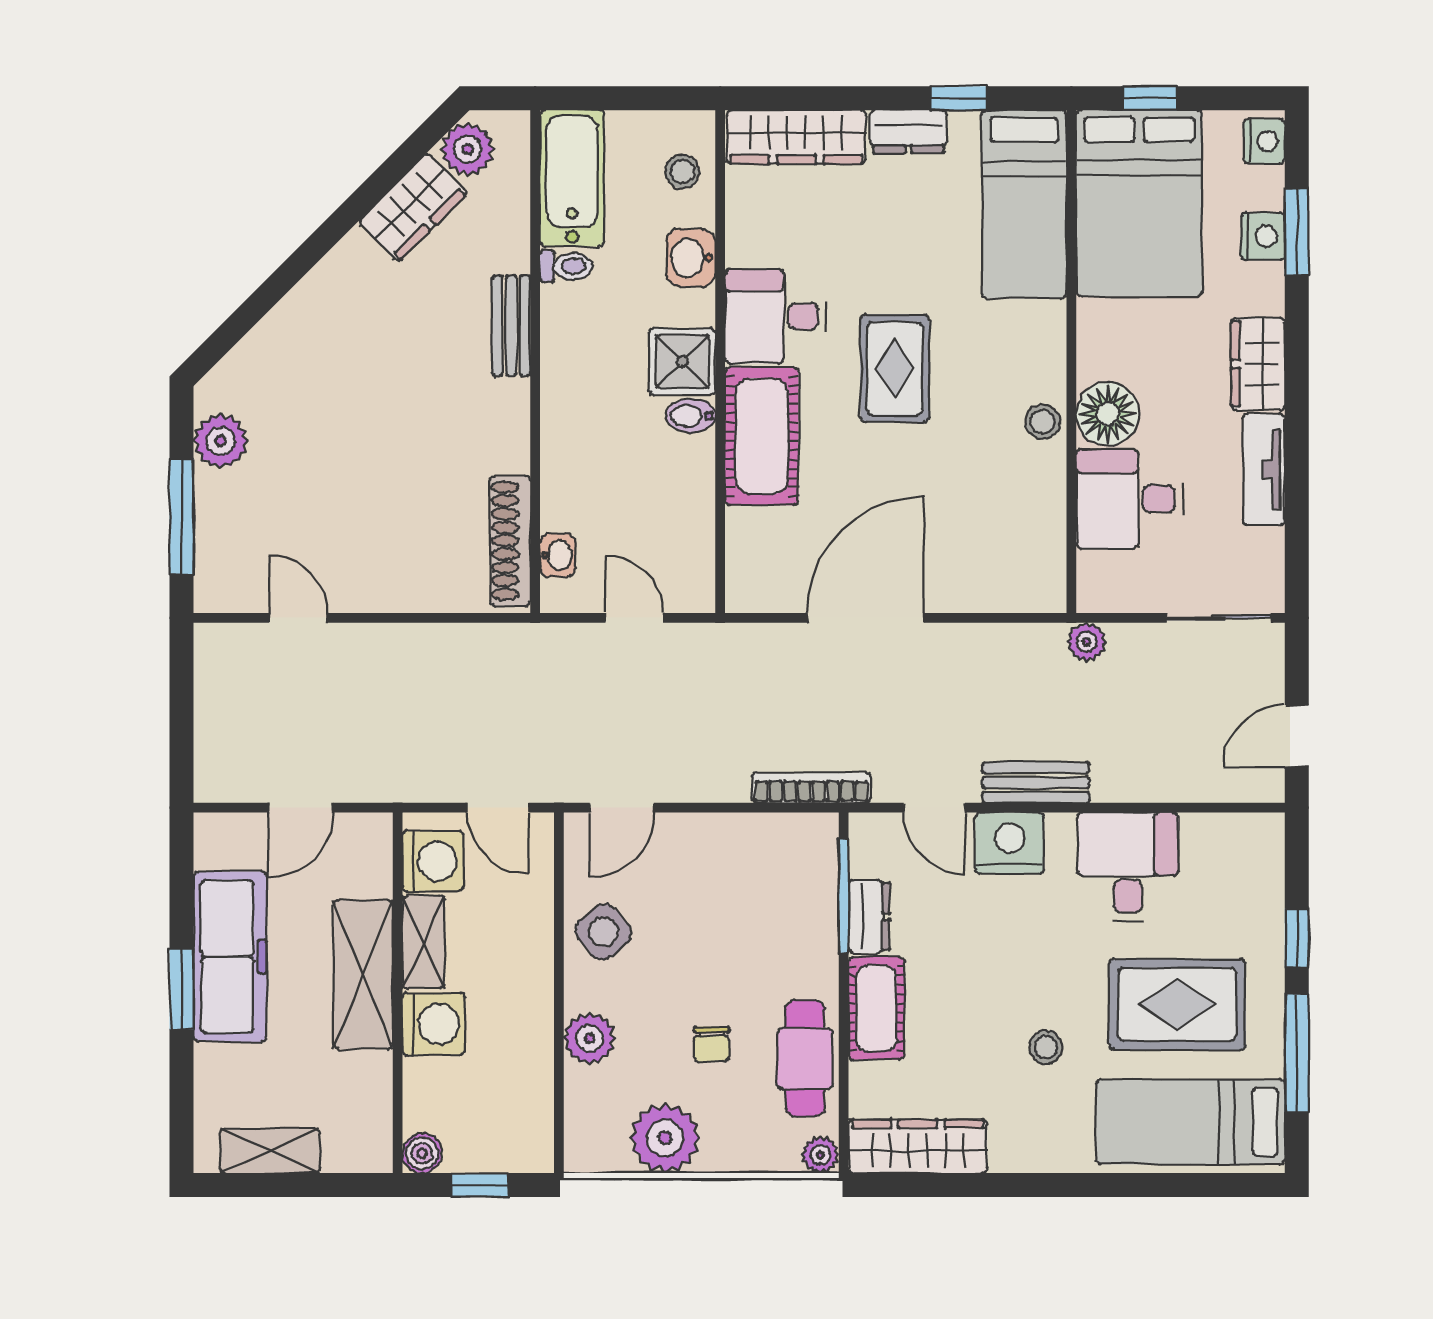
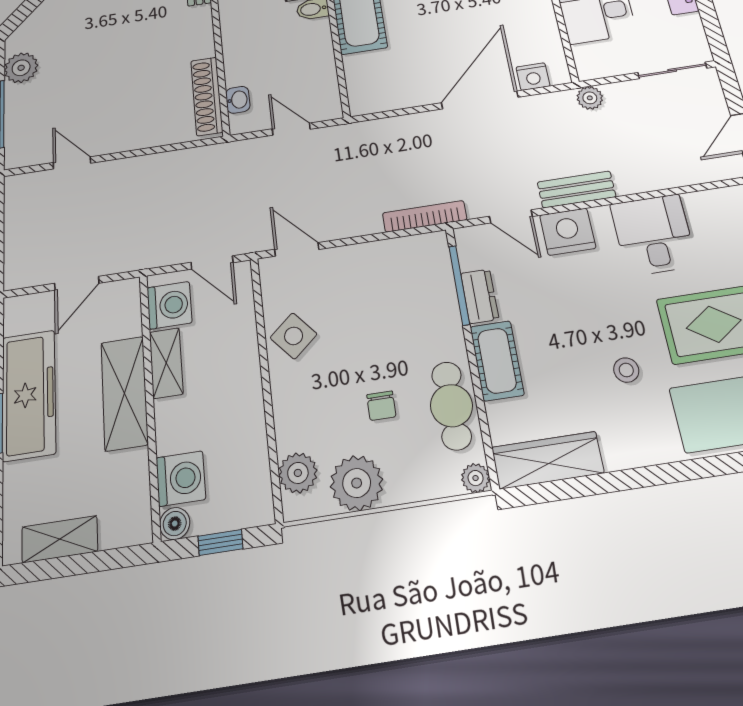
nightstand: (1010, 592) -> (533, 77), added
door: (865, 618) -> (480, 100), moved
door: (622, 808) -> (297, 249), swing flipped
washing machine: (434, 1024) -> (181, 478), moved
plant: (590, 1038) -> (298, 473), moved

